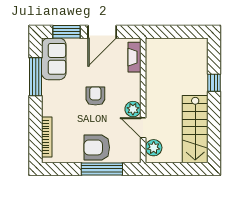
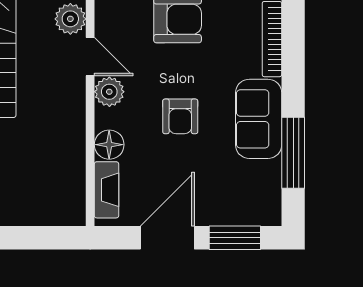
sofa: (54, 59) -> (259, 119), moved
floor lamp: (133, 81) -> (109, 145), added

